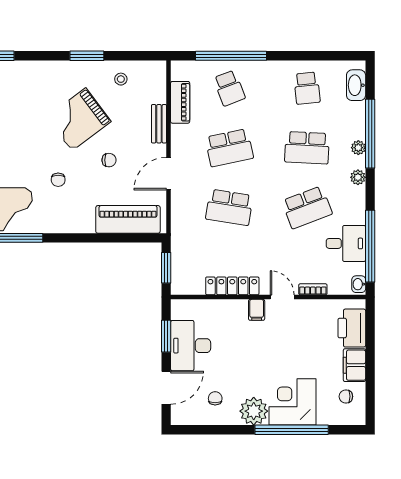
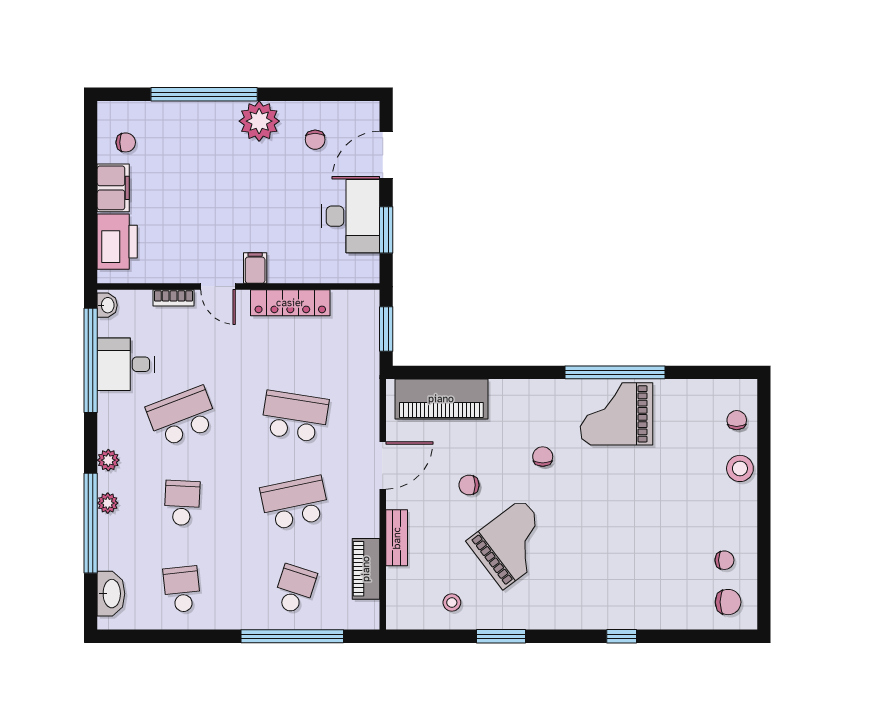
school desk: (229, 88) -> (295, 589), turned 39
school desk: (307, 148) -> (182, 503), width x0.54
corner desk: (293, 402) -> (203, 135), removed

